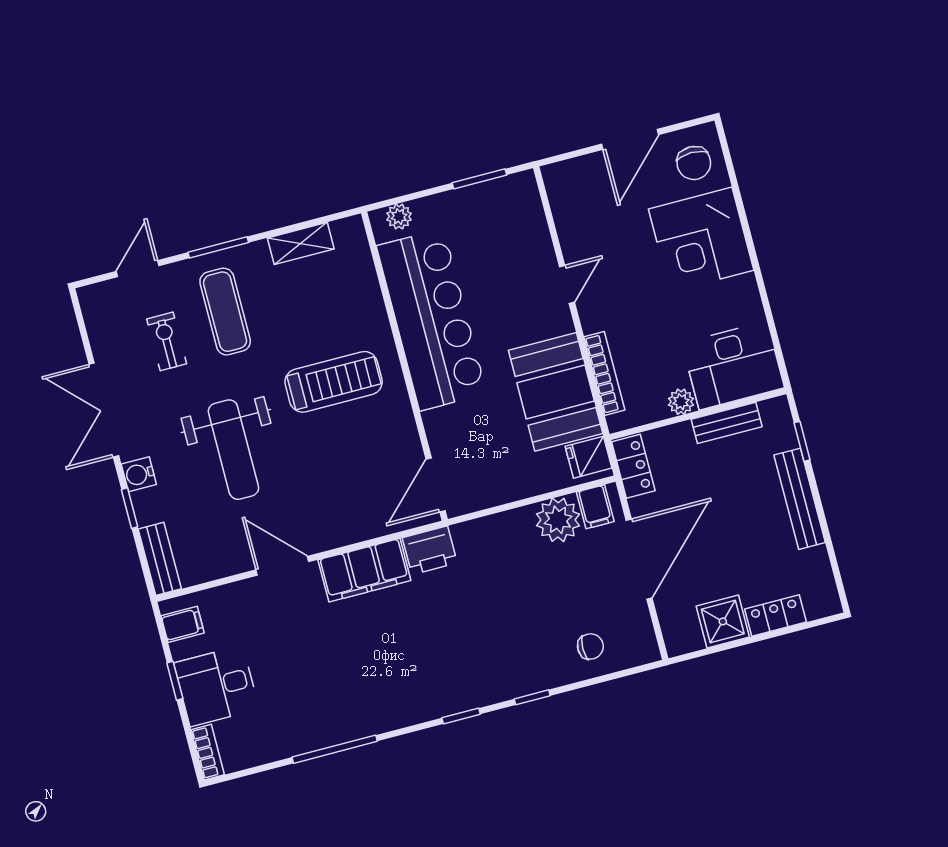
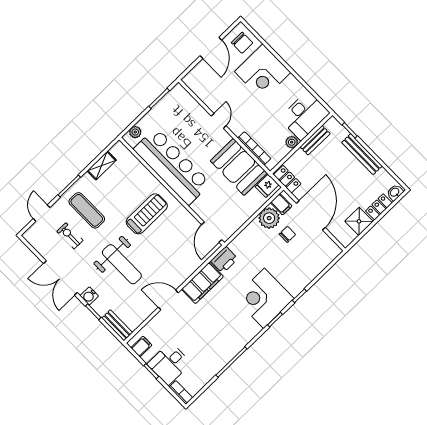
washbasin: (821, 605) -> (395, 192), added
chair: (590, 646) -> (287, 234), moved
corner desk: (463, 664) -> (264, 298), added

